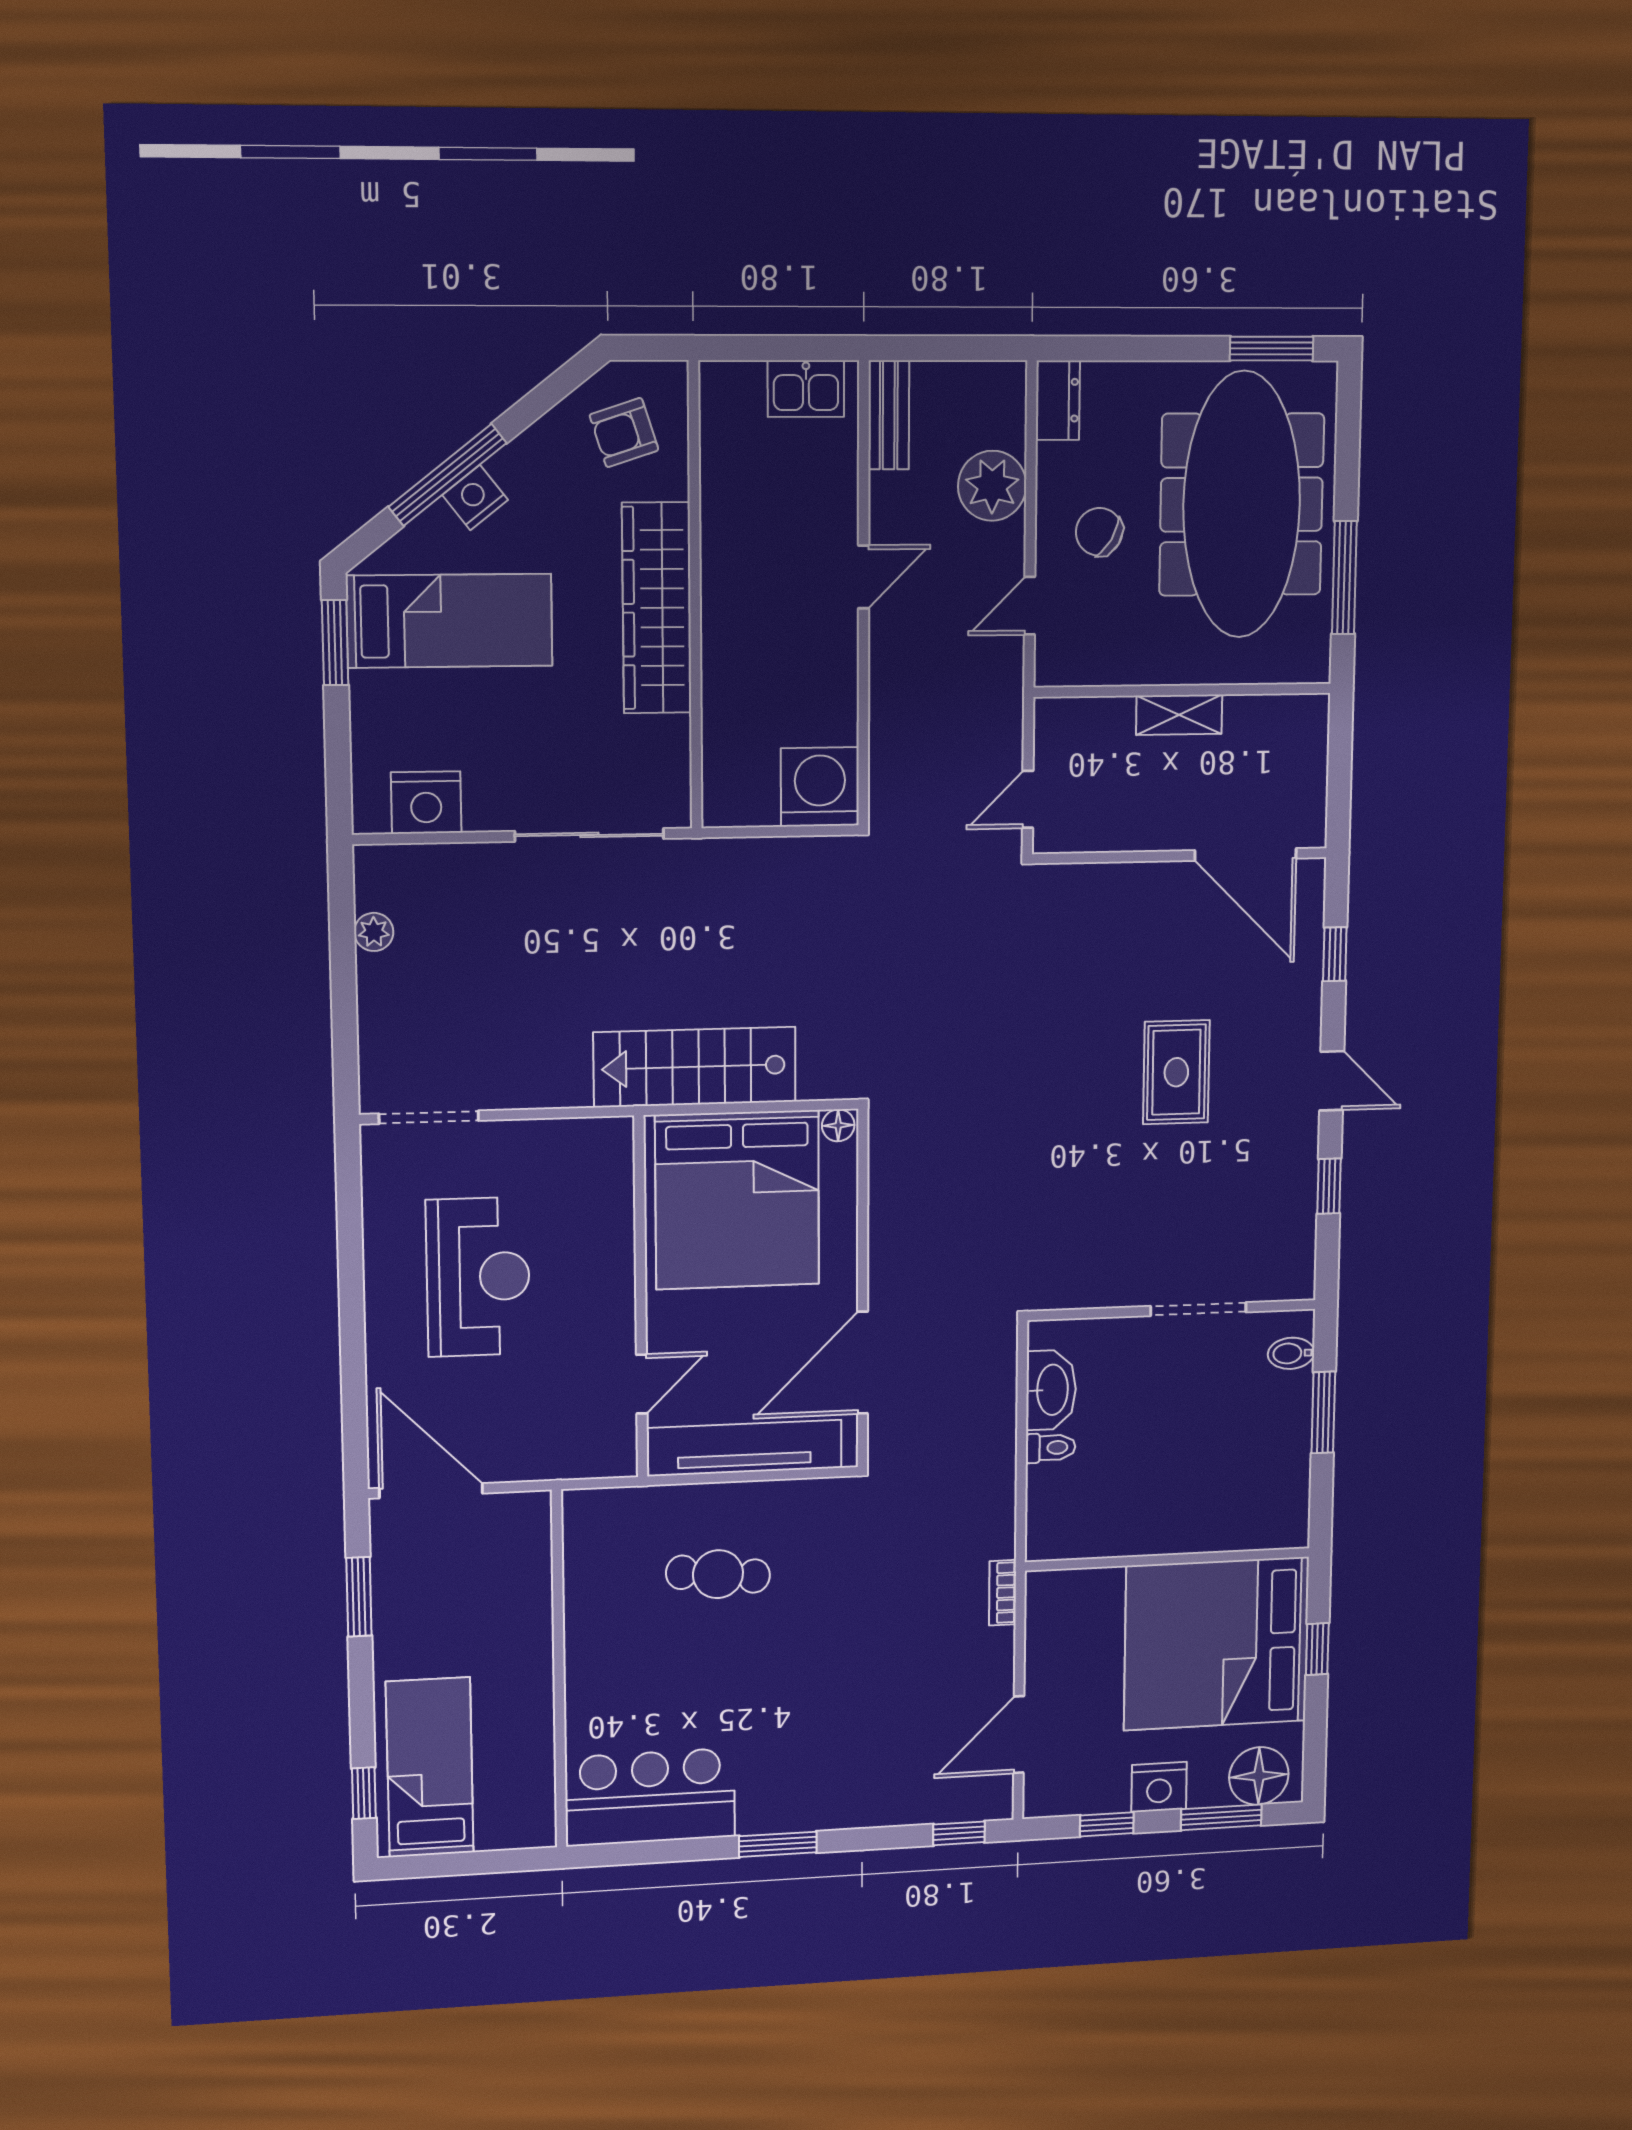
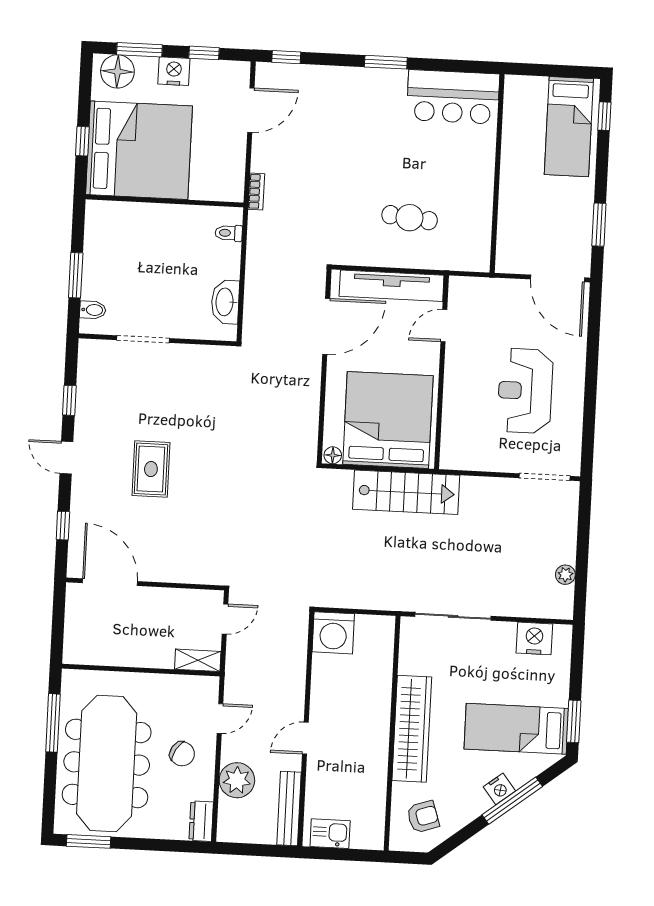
bench: (889, 415) -> (289, 809), width x1.36
shelving: (1179, 715) -> (198, 660), moved
toilet: (1050, 1448) -> (229, 233), moved

